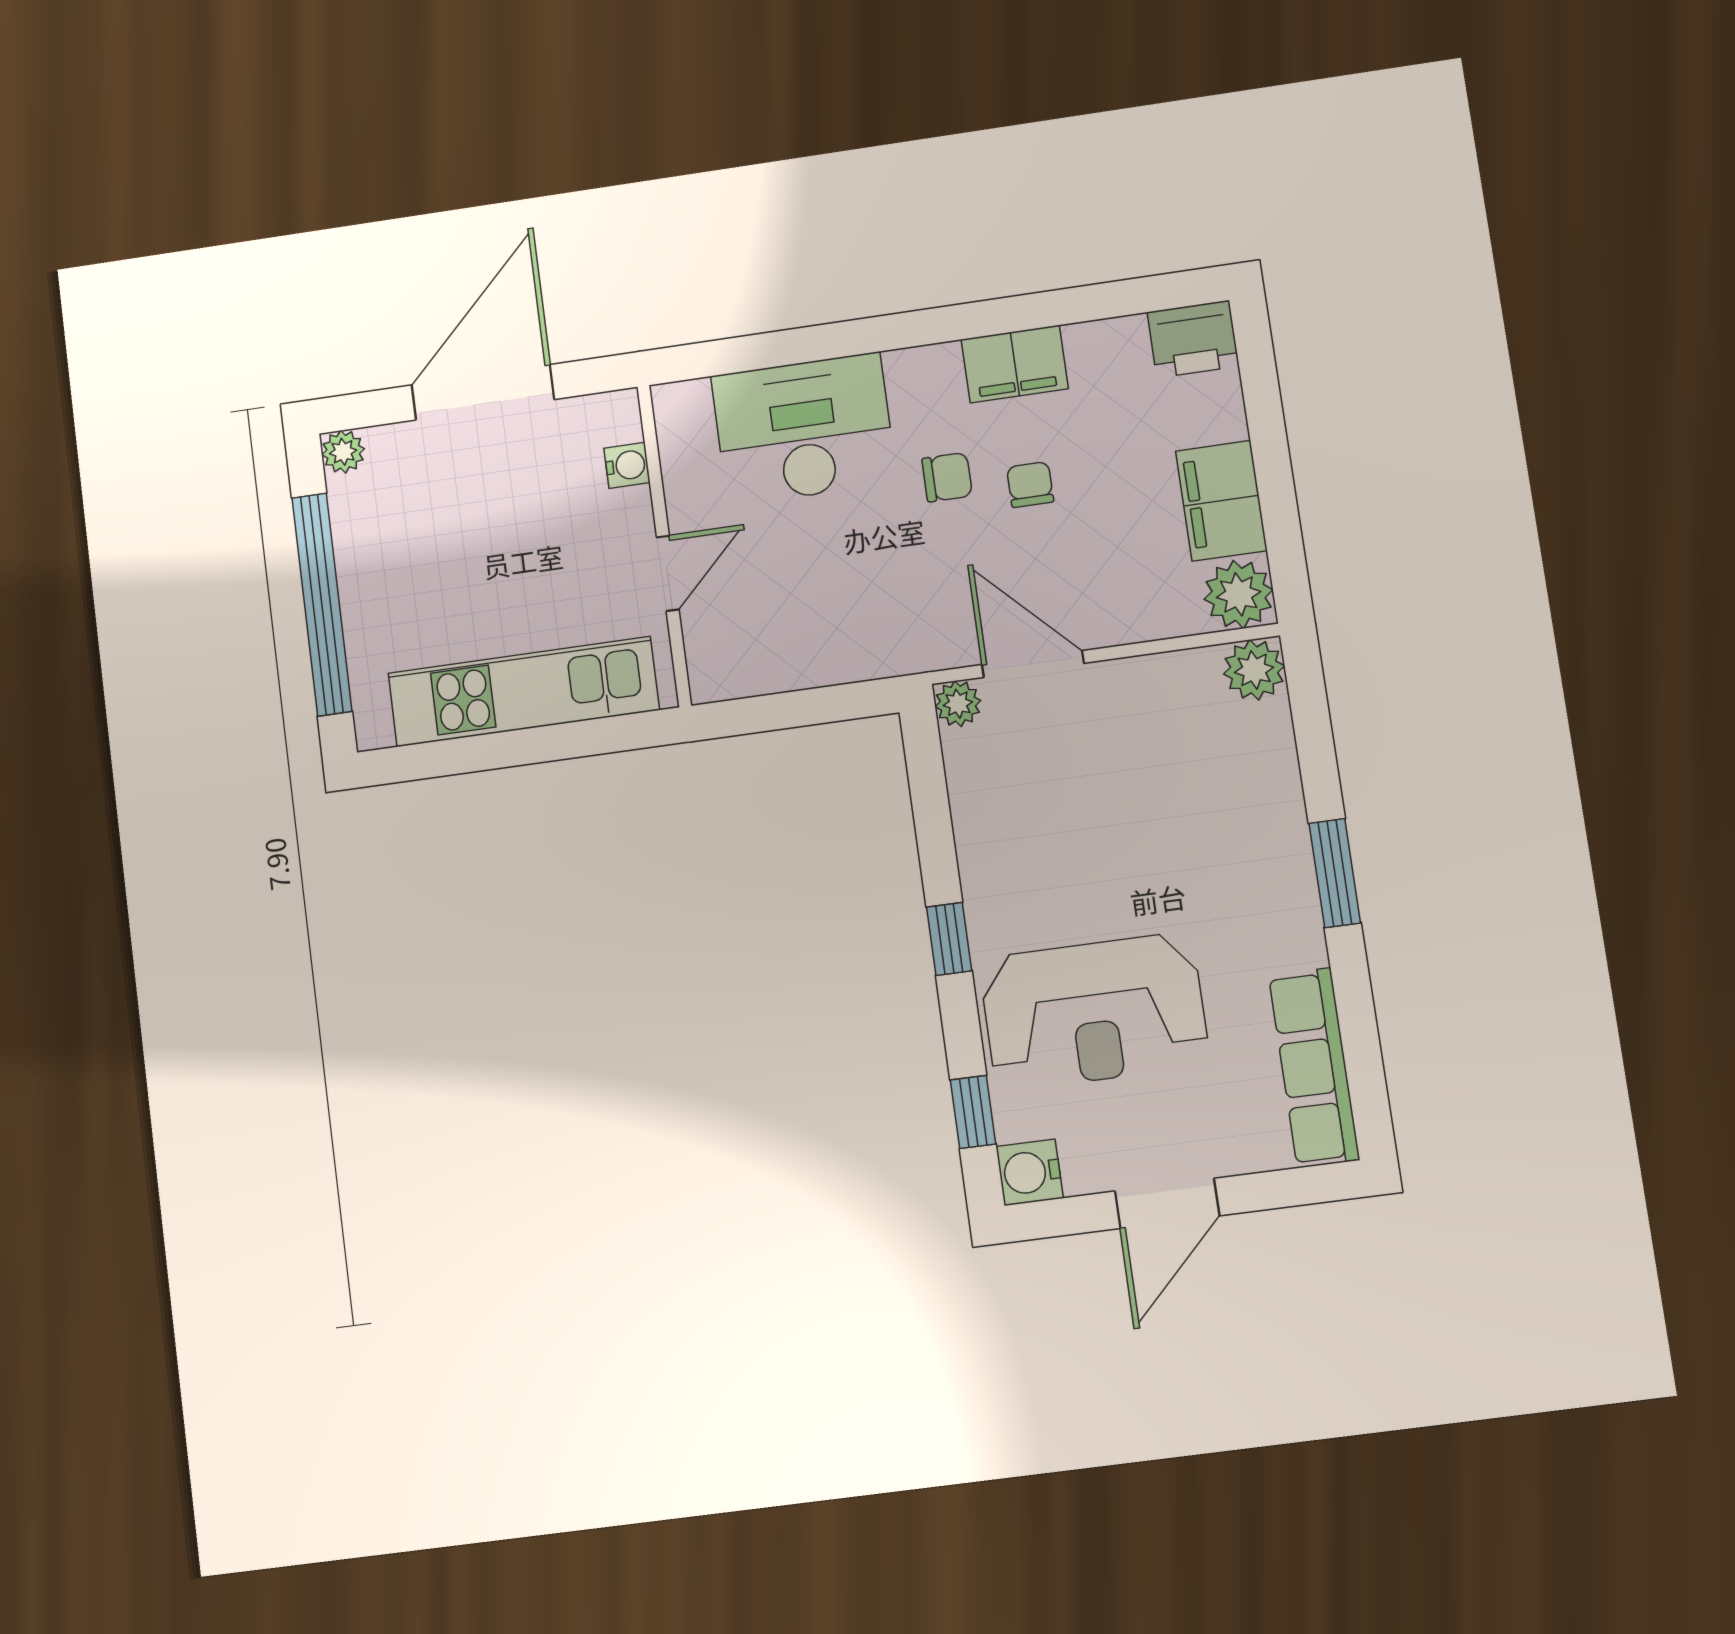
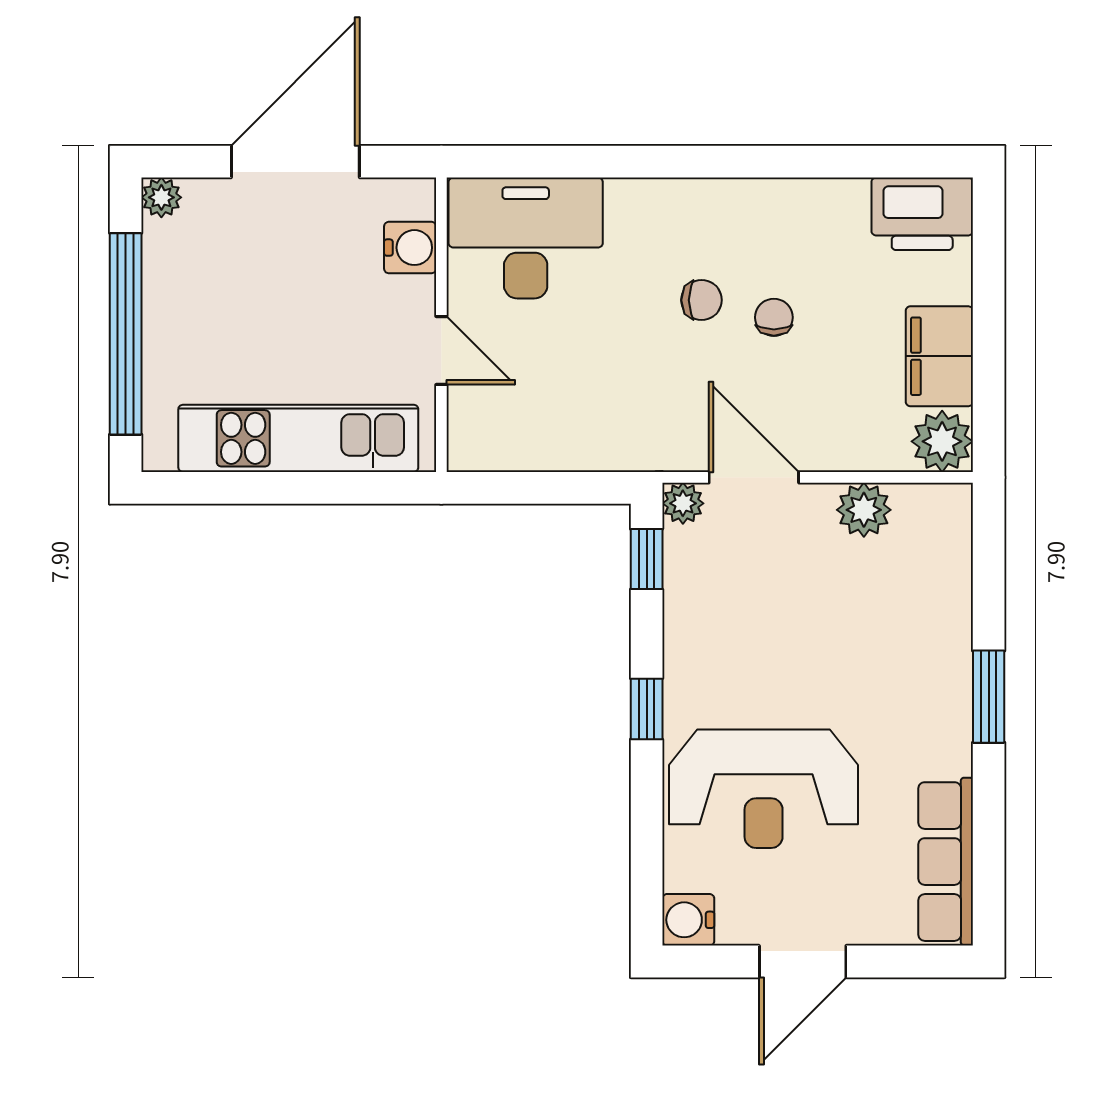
printer: (1193, 339) -> (922, 214), width x1.37, depth x1.19
filing cabinet: (1015, 364) -> (776, 207), removed
desk: (804, 429) -> (526, 238), moved
water cooler: (627, 465) -> (410, 248), width x1.38, depth x1.38
door: (668, 573) -> (441, 350), hinge flipped
plant: (1254, 670) -> (864, 510), moved
window: (973, 1112) -> (647, 559), moved

